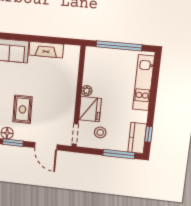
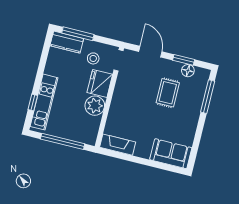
fireplace: (46, 50) -> (118, 145), moved
plant: (87, 91) -> (95, 106), width x1.88, depth x1.88
window: (149, 134) -> (33, 103), moved
kitchen counter: (137, 138) -> (67, 42), moved, turned 90

